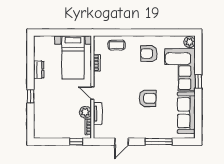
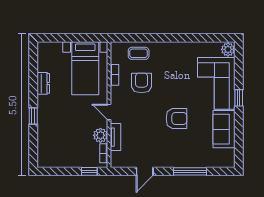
armchair: (149, 53) -> (142, 83), moved, turned 90
sofa: (186, 113) -> (224, 129), width x0.73

